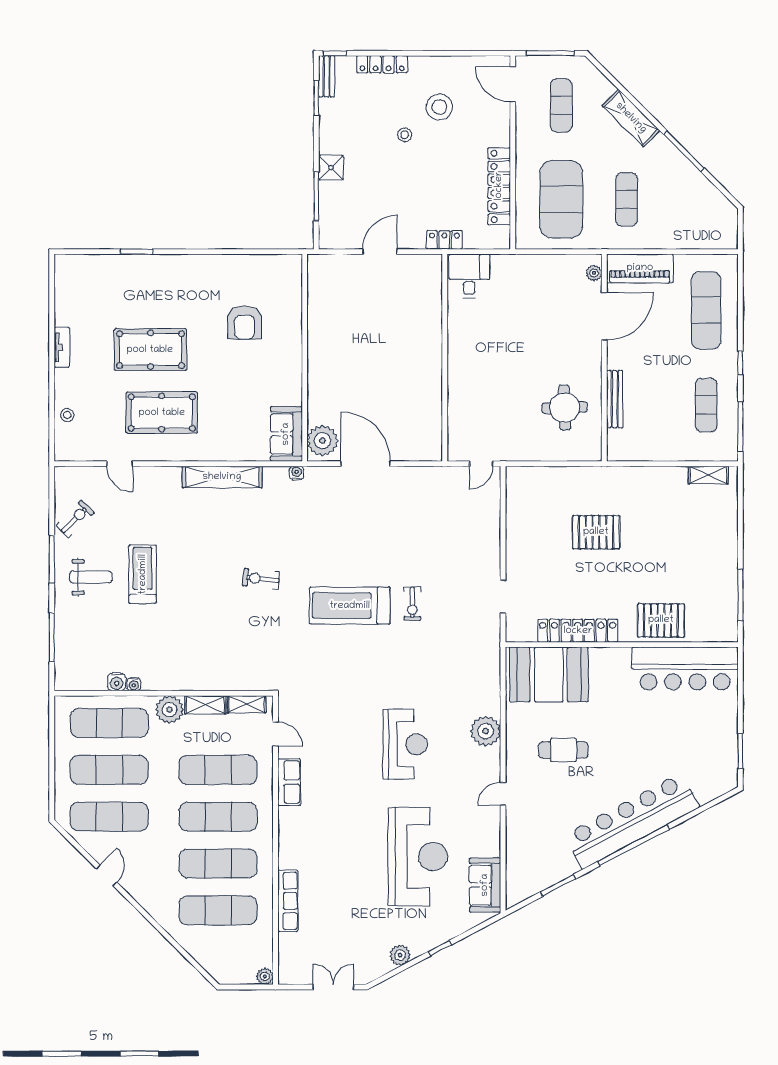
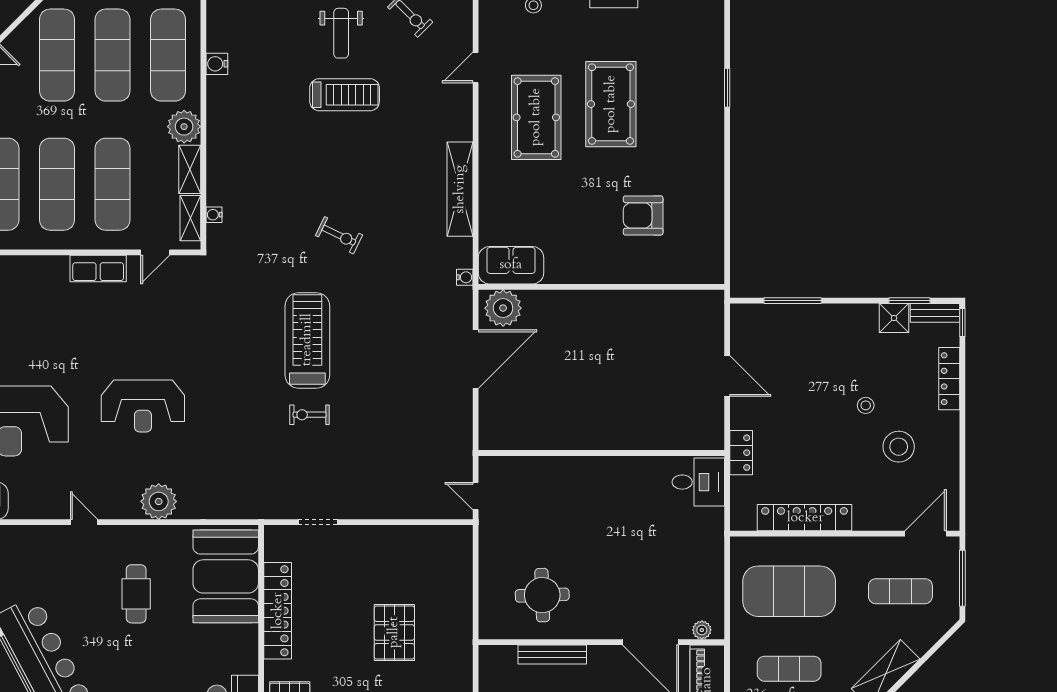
shower: (331, 168) -> (894, 318), moved
exercise bike: (261, 579) -> (339, 235), turned 110
water cooler: (134, 684) -> (214, 215), moved

